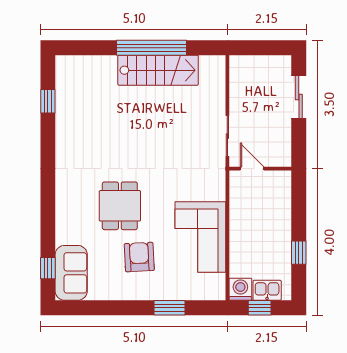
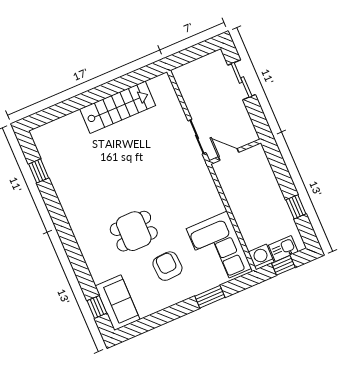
window: (151, 48) -> (104, 91), removed
dining table: (120, 206) -> (134, 231), turned 90
corner sofa: (200, 237) -> (219, 249), moved

